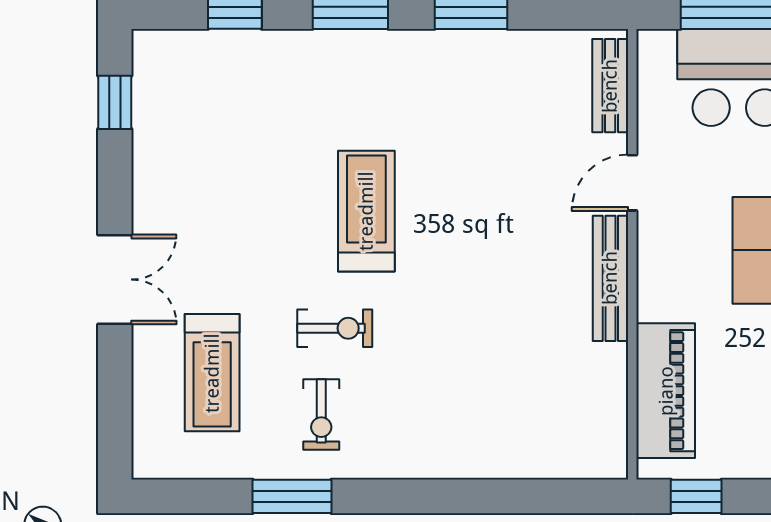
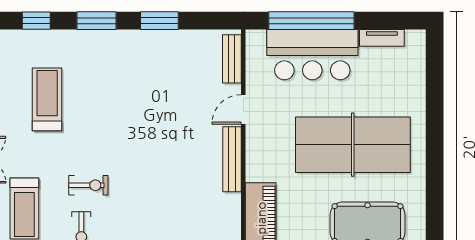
treadmill: (366, 211) -> (47, 99), moved

